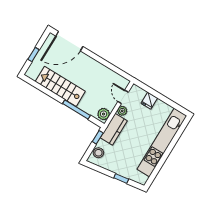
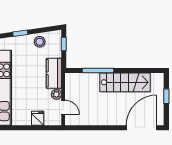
plant: (104, 114) -> (71, 81), removed
window: (98, 137) -> (64, 44), moved
stool: (98, 153) -> (40, 42), moved

